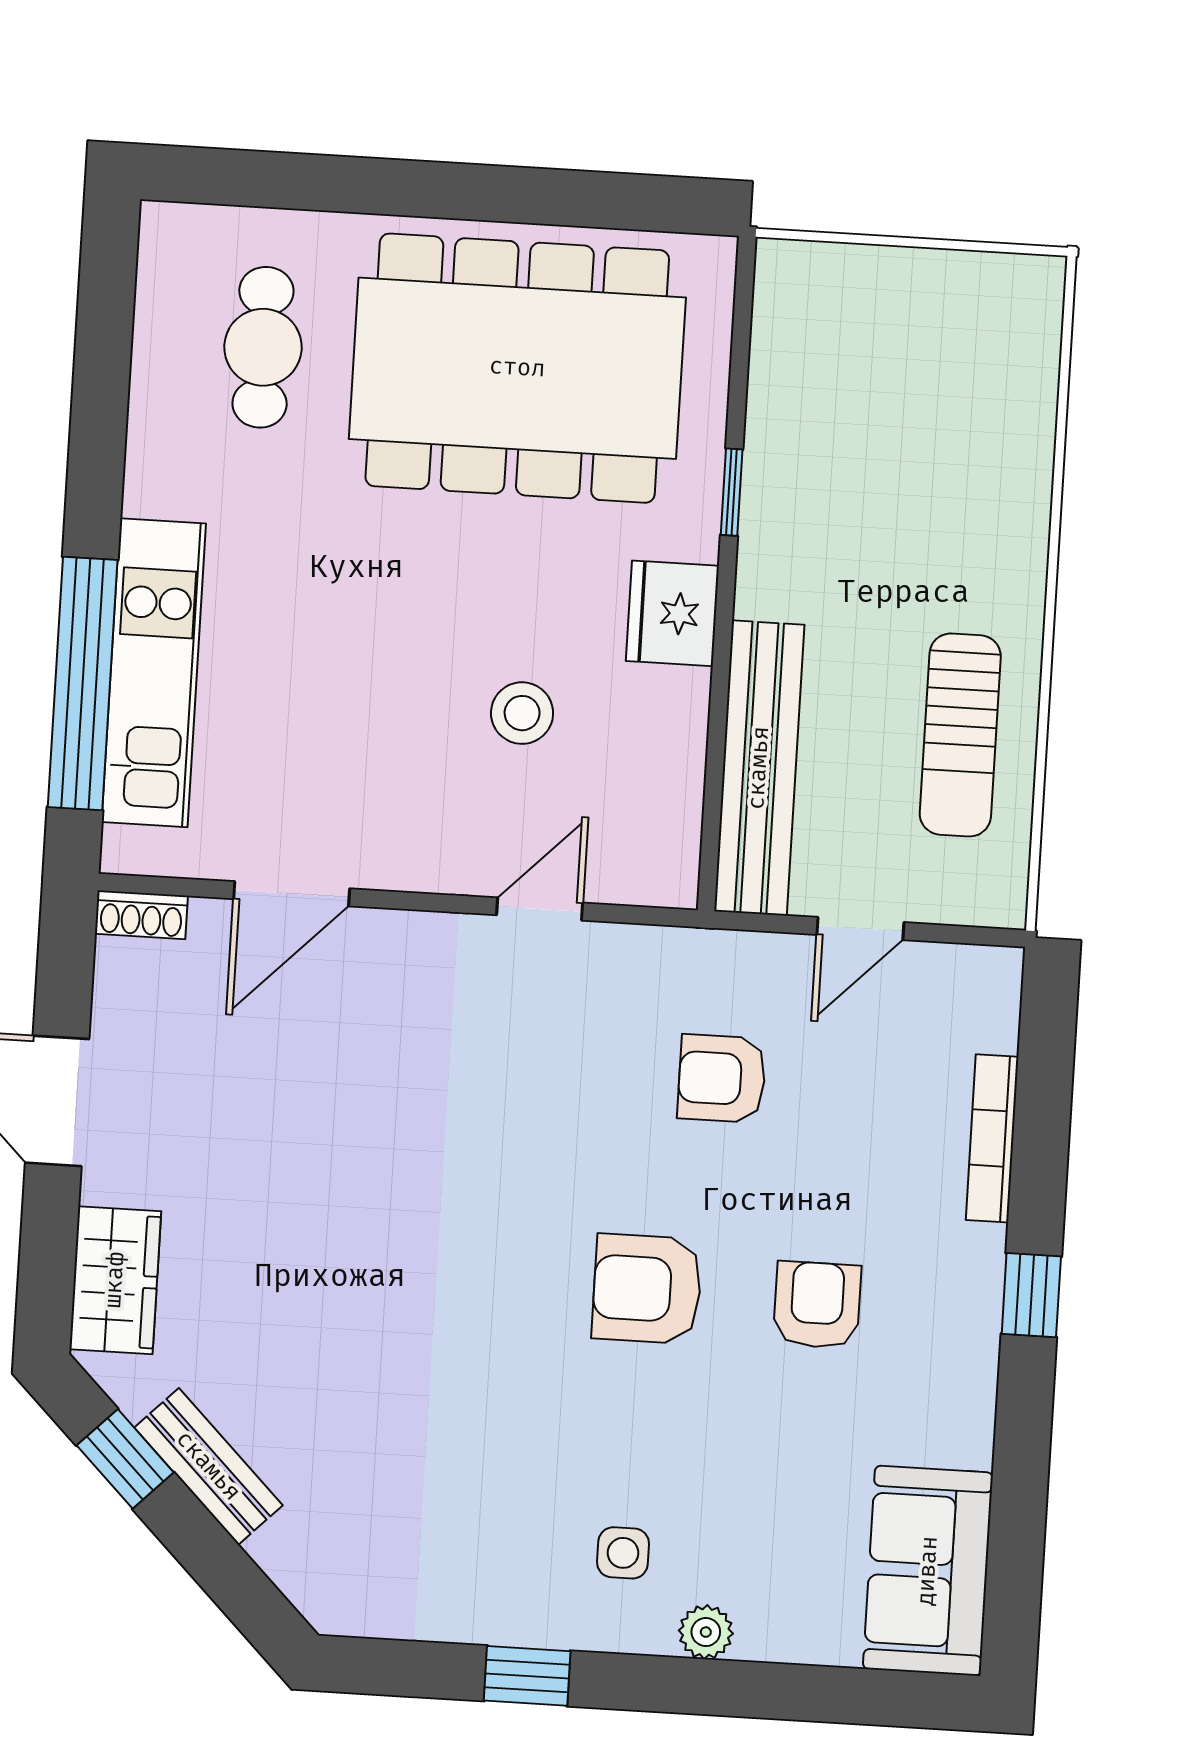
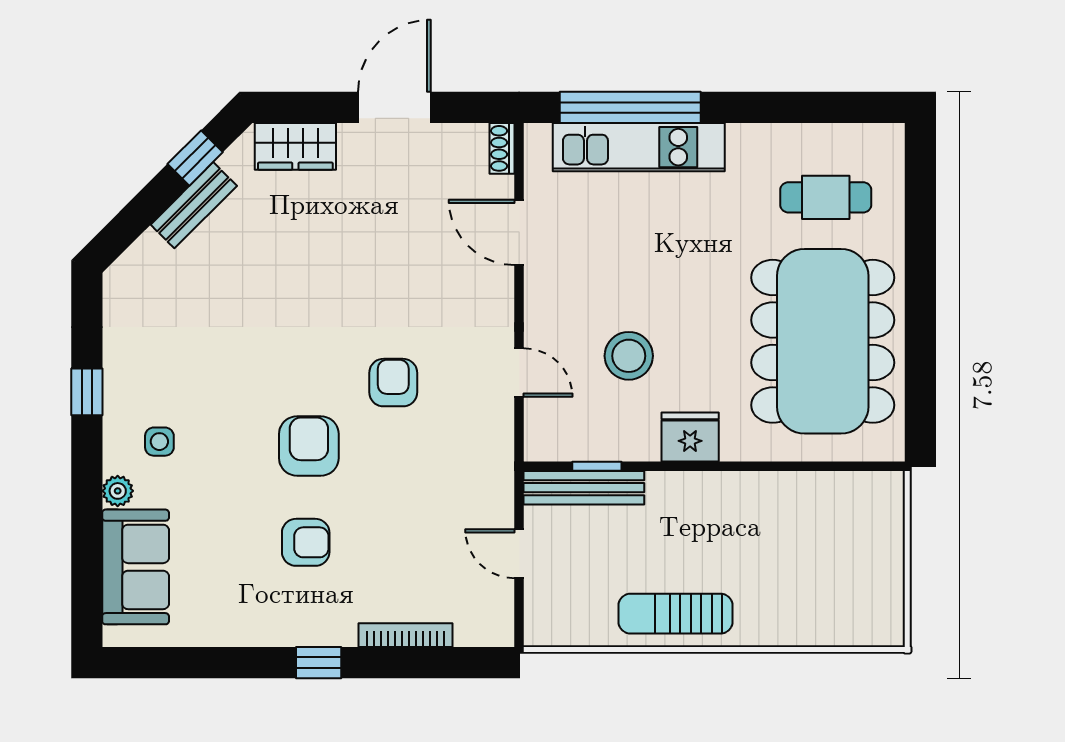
window: (732, 492) -> (597, 466), moved
stool: (522, 713) -> (629, 356), width x1.38, depth x1.38
sun lounger: (960, 735) -> (675, 614), moved
bench: (759, 768) -> (584, 488), width x0.73, depth x0.82
armchair: (722, 1079) -> (393, 383), moved
sofa: (928, 1571) -> (136, 567), moved, turned 90

